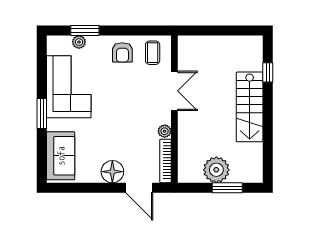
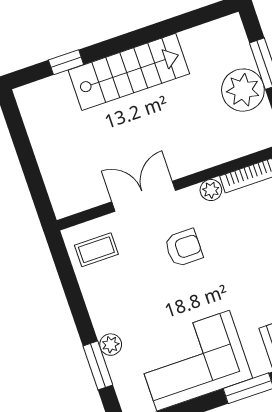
plant: (79, 42) -> (111, 345), moved
armchair: (122, 52) -> (184, 248), moved

